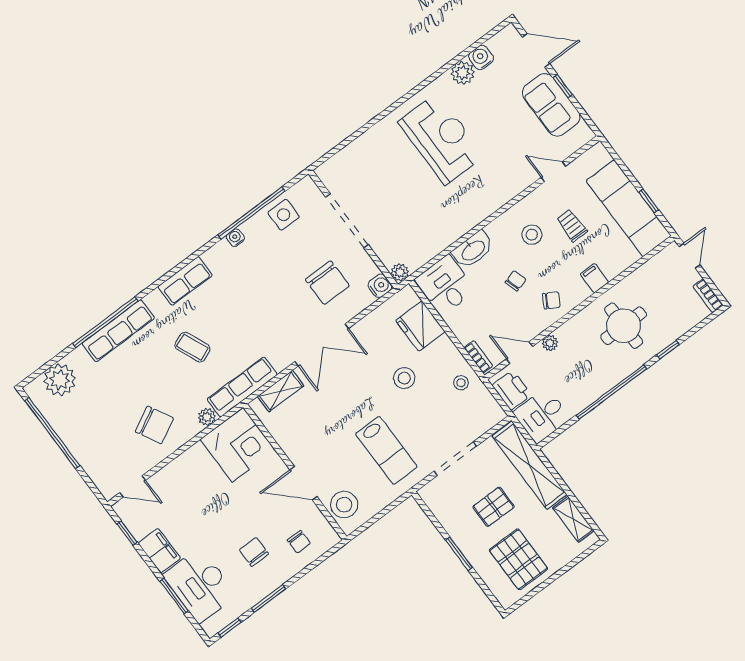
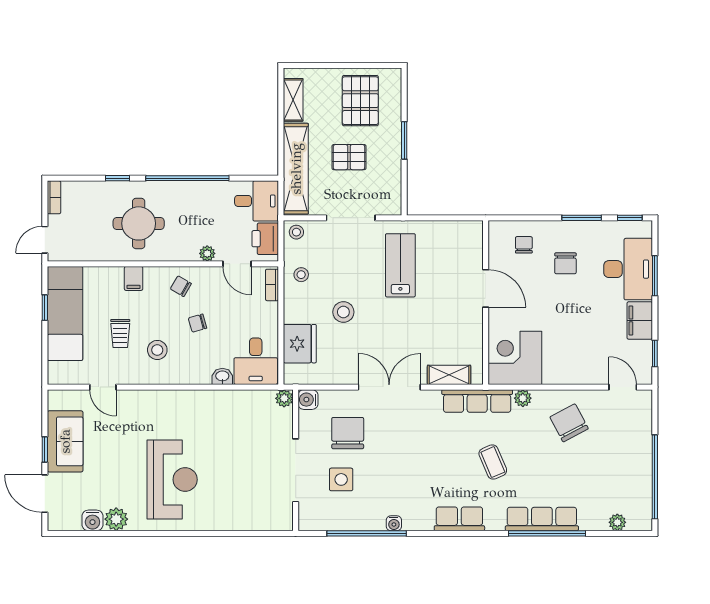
reception desk: (441, 139) -> (172, 480), turned 180
side table: (284, 215) -> (341, 479), moved
washbasin: (473, 250) -> (222, 376), width x0.52, depth x0.69
plant: (60, 380) -> (617, 522), width x0.53, depth x0.53
stool: (344, 505) -> (296, 232), moved, width x0.53, depth x0.53

